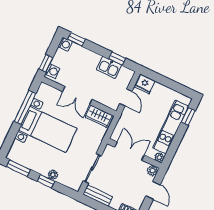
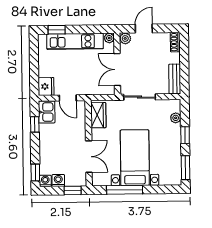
kitchen sink: (109, 67) -> (47, 112), moved
washing machine: (53, 71) -> (58, 180), moved
double door: (77, 96) -> (89, 157), moved
door: (126, 97) -> (68, 98), swing flipped
sliding door: (92, 168) -> (140, 97), moved
plant: (53, 175) -> (176, 118), moved

